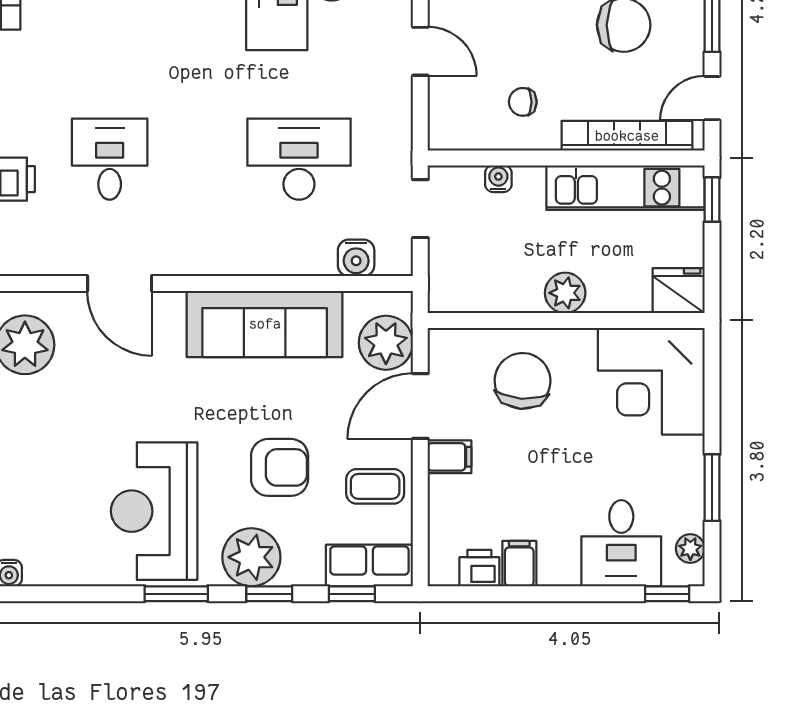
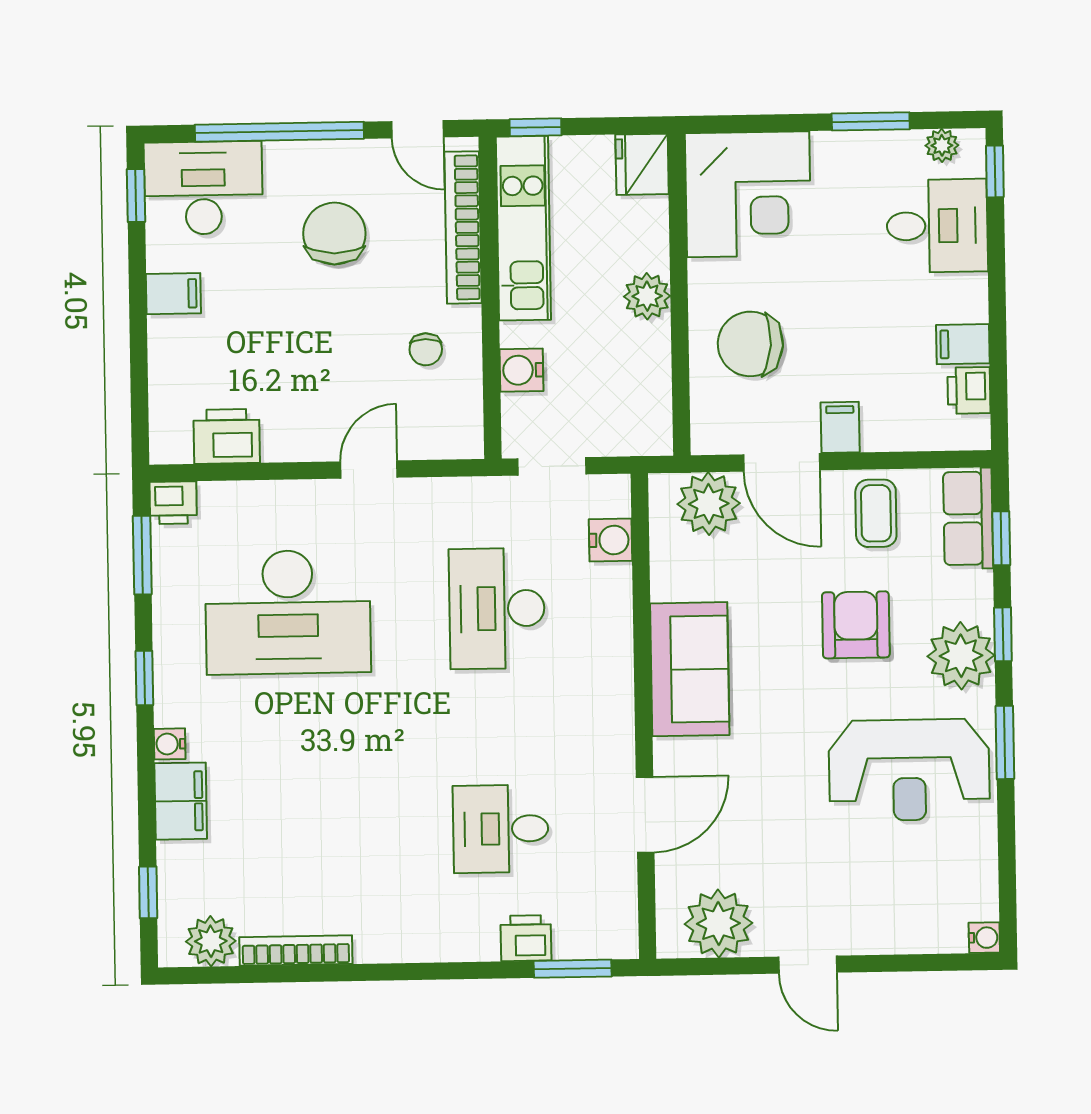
water cooler: (498, 179) -> (521, 370), width x1.38, depth x1.38
sofa: (265, 324) -> (690, 669), width x0.73

